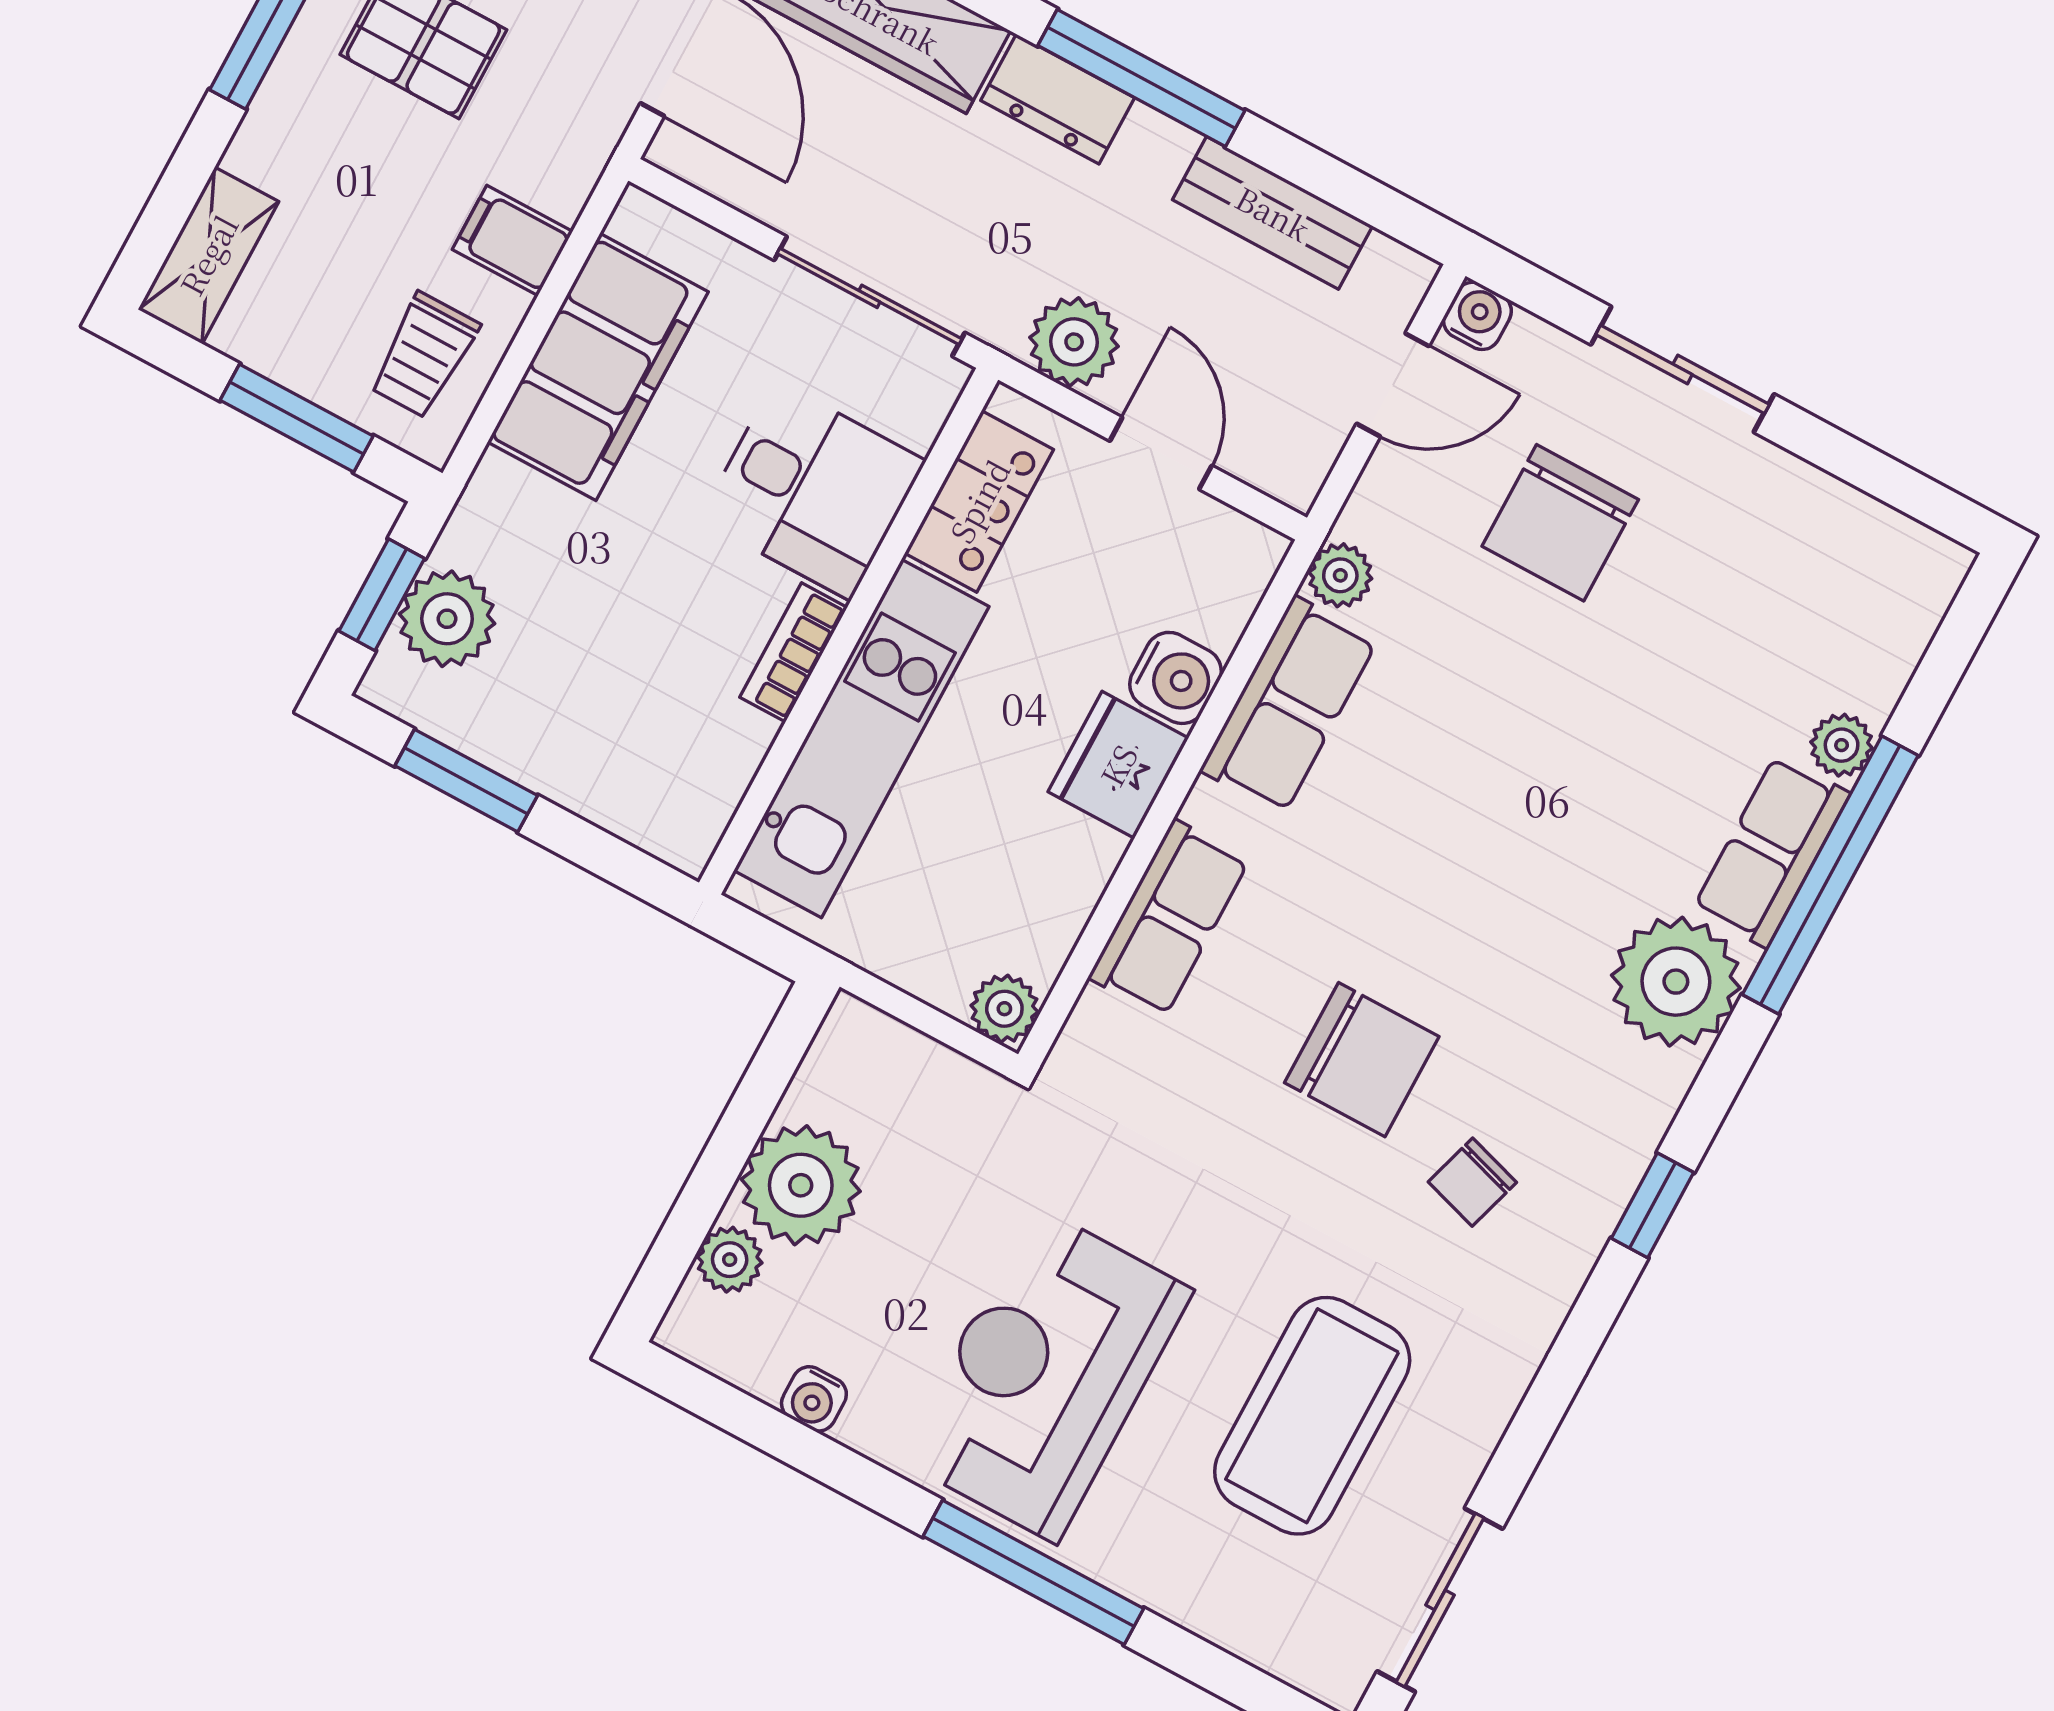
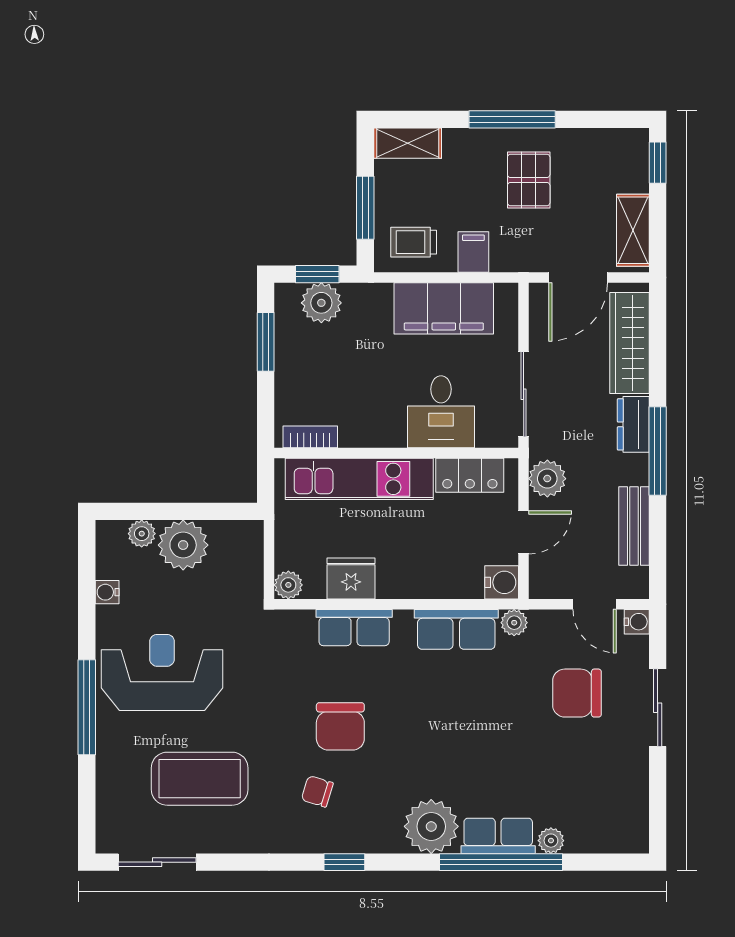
bookcase: (794, 652) -> (310, 437), moved
water cooler: (1176, 678) -> (502, 582), moved, turned -90
fridge: (1118, 765) -> (351, 579), moved

